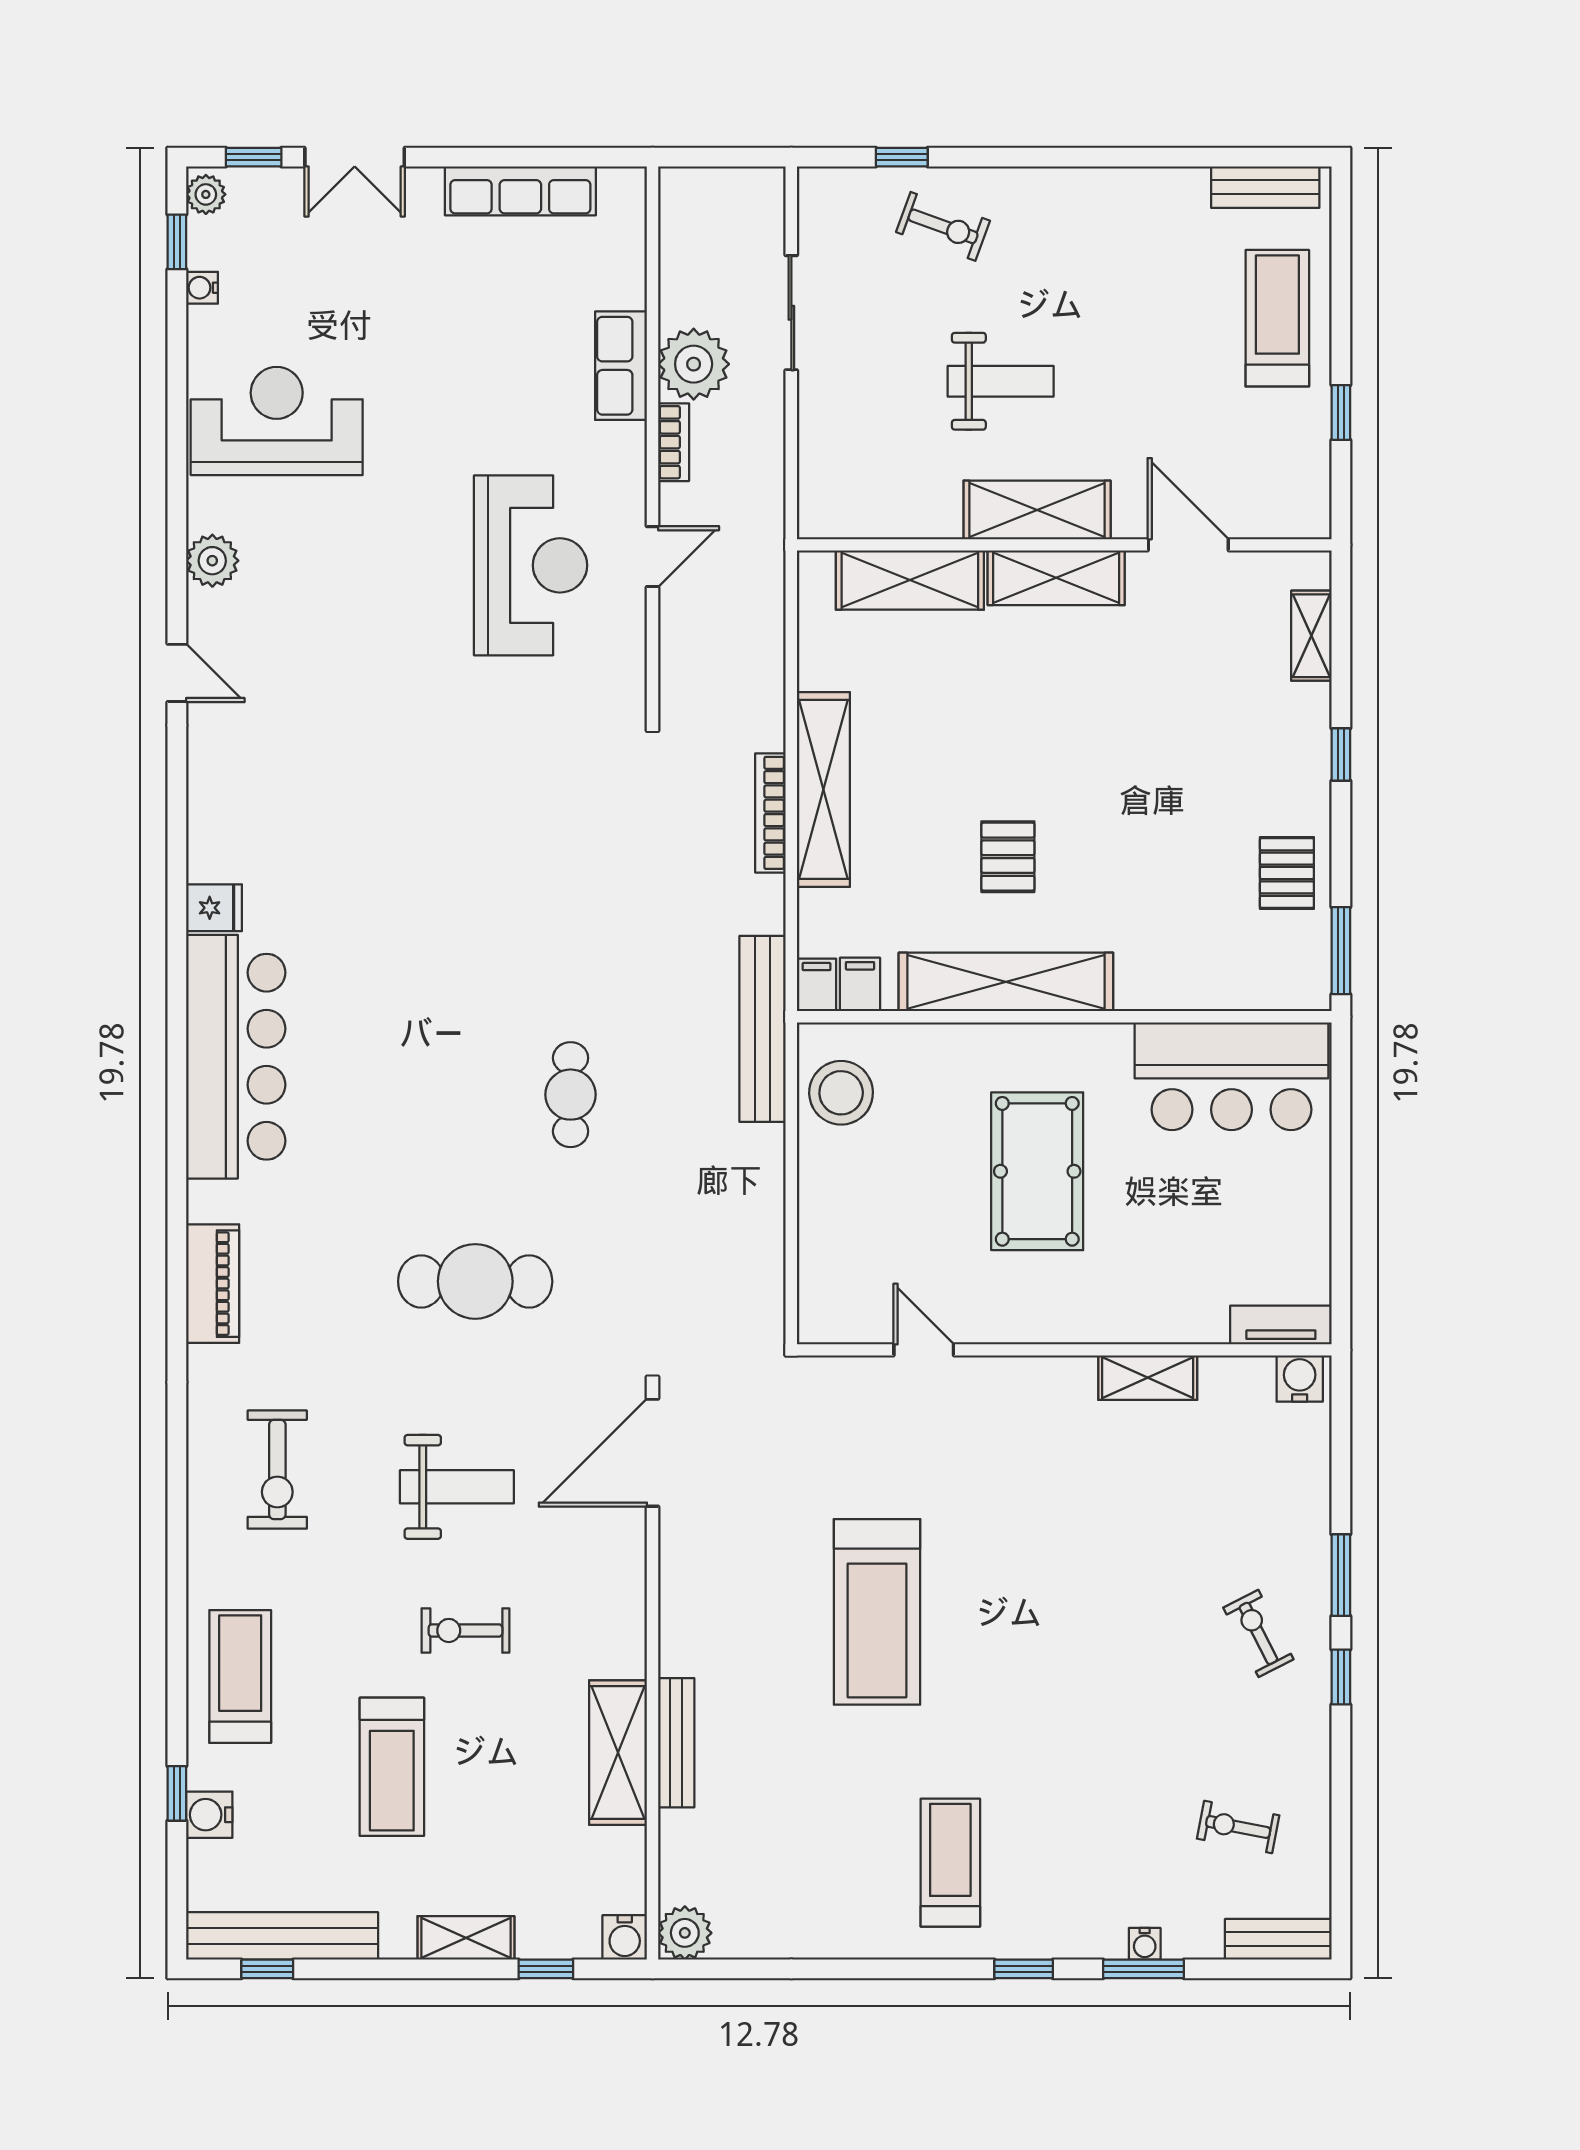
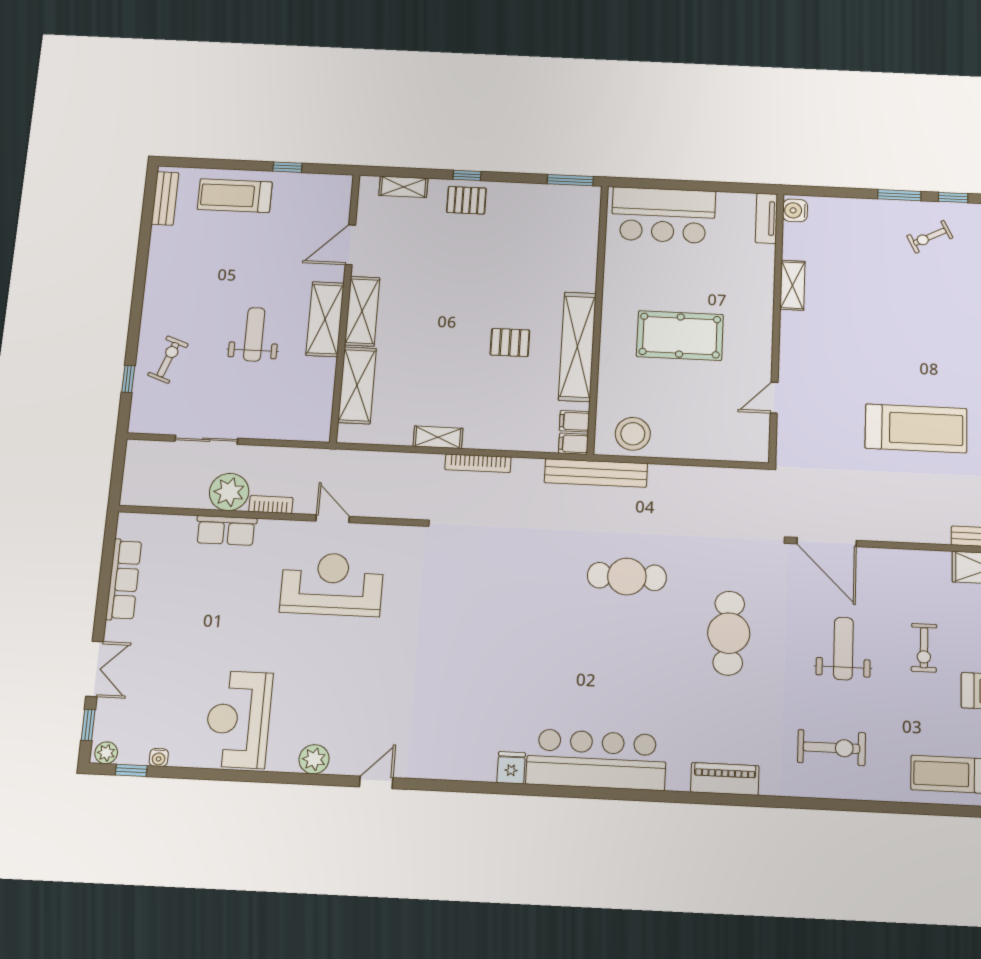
shelving: (823, 789) -> (438, 437), width x0.45, depth x0.75
pallet: (1287, 873) -> (466, 200), moved
bar counter: (1231, 1076) -> (663, 215), moved, turned 90
cafe table: (571, 1095) -> (627, 577), width x1.37, depth x1.35

